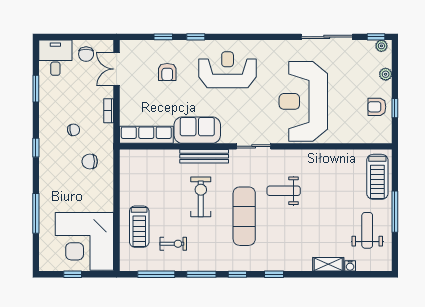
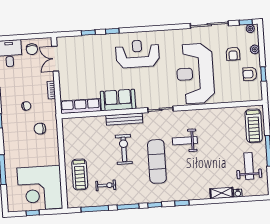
armchair: (167, 72) -> (233, 54), moved

